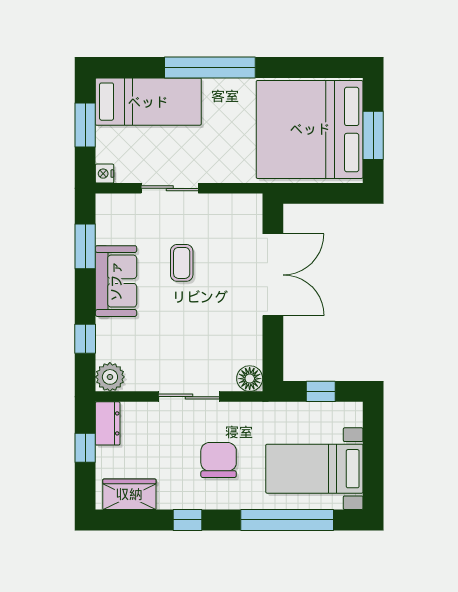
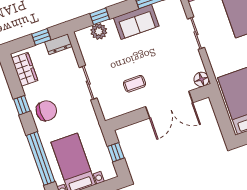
coffee table: (182, 263) -> (135, 84), moved
plant: (110, 377) -> (99, 31), moved
floor lamp: (250, 379) -> (201, 79), moved
chair: (219, 460) -> (46, 111), moved

